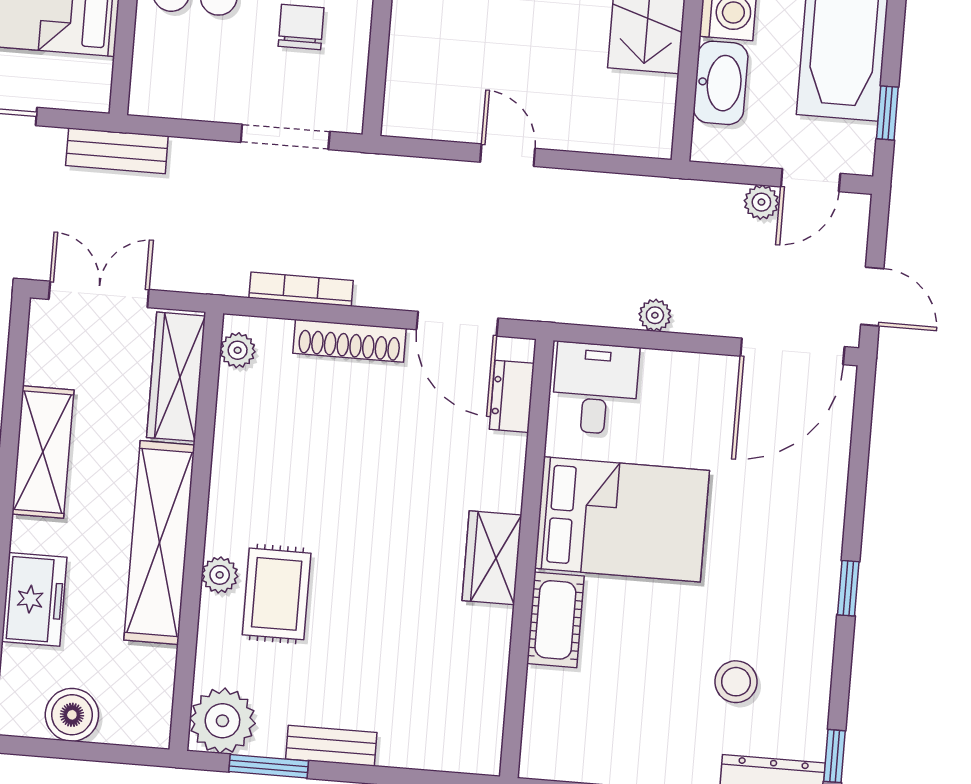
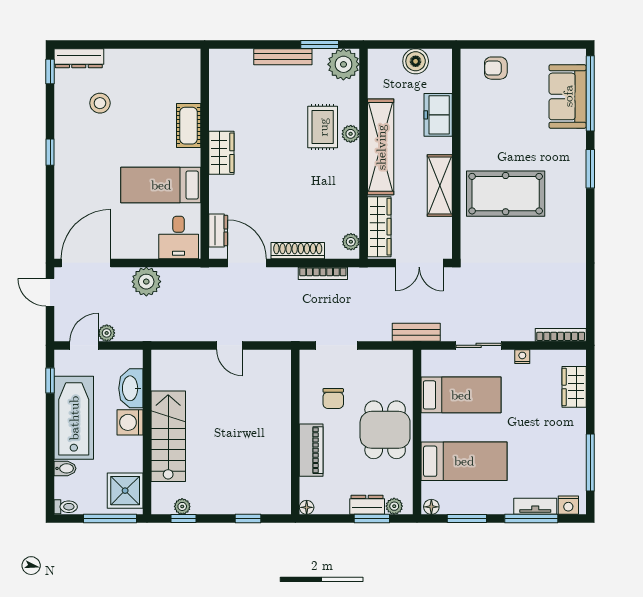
plant: (655, 315) -> (146, 282), width x1.88, depth x1.88
bed: (622, 519) -> (161, 185), width x0.67
bench: (331, 746) -> (283, 57), width x1.36

